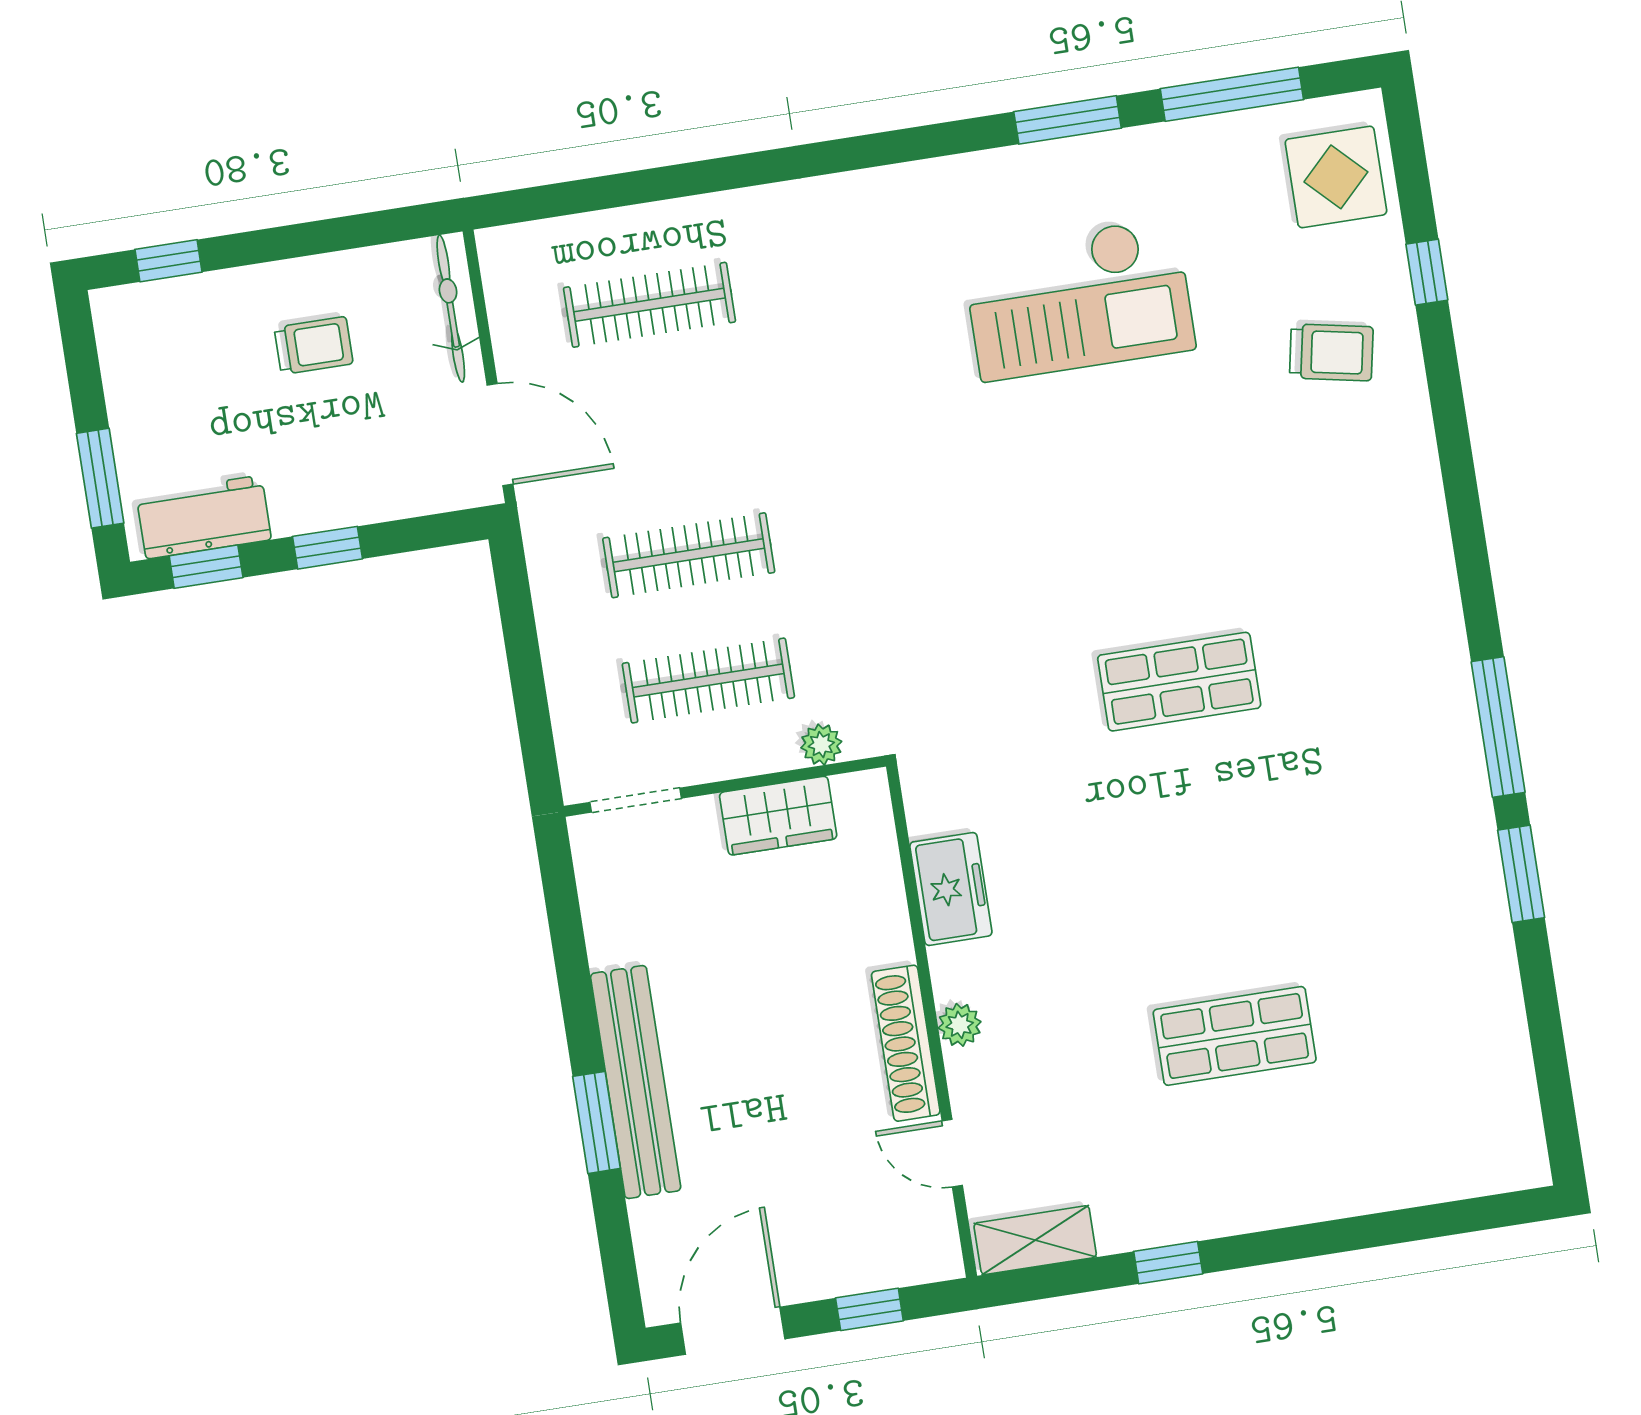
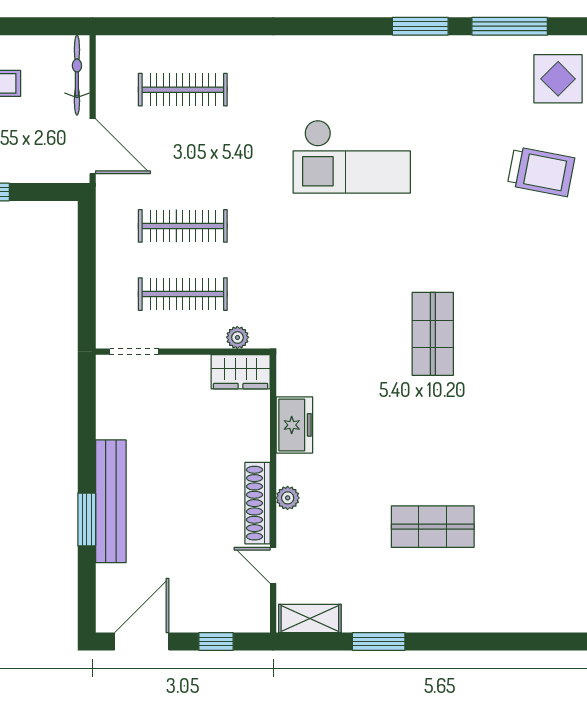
checkout: (1079, 299) -> (352, 157), moved
trolley: (1331, 352) -> (541, 172), width x1.36, depth x1.39
shop shelf: (1179, 682) -> (433, 334), turned 90
wardrobe: (778, 816) -> (241, 372), moved
window: (1168, 1263) -> (379, 641), width x1.50

